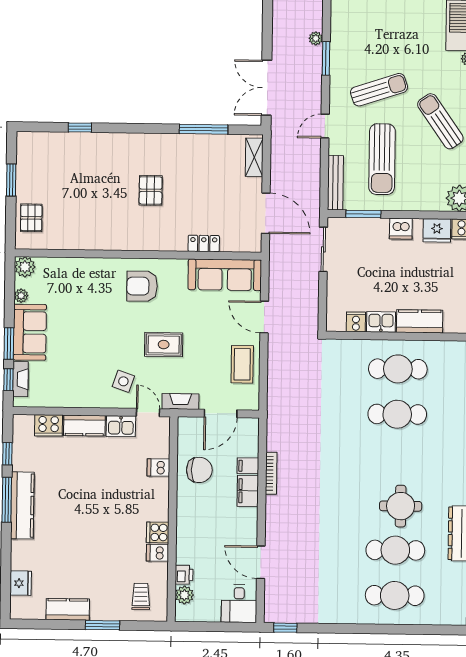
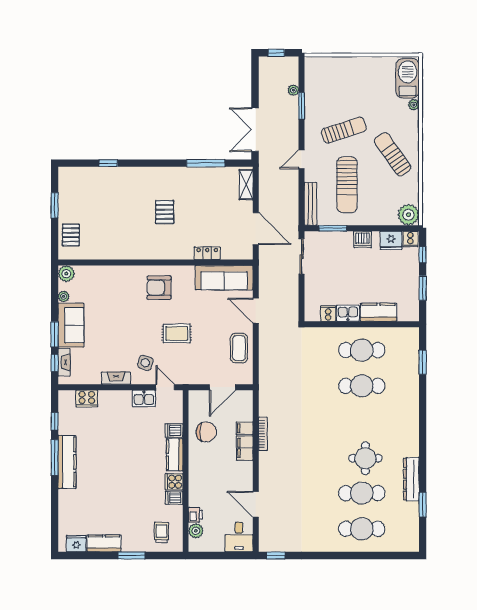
fireplace: (180, 401) -> (116, 378), moved
kitchen counter: (84, 426) -> (175, 455), moved, turned 90
fridge: (21, 583) -> (76, 544), moved, turned -90

